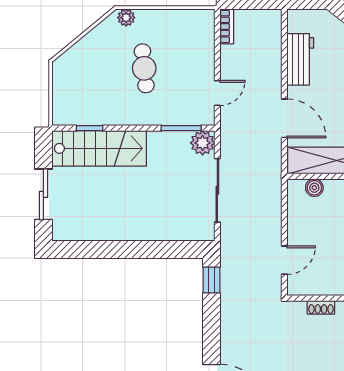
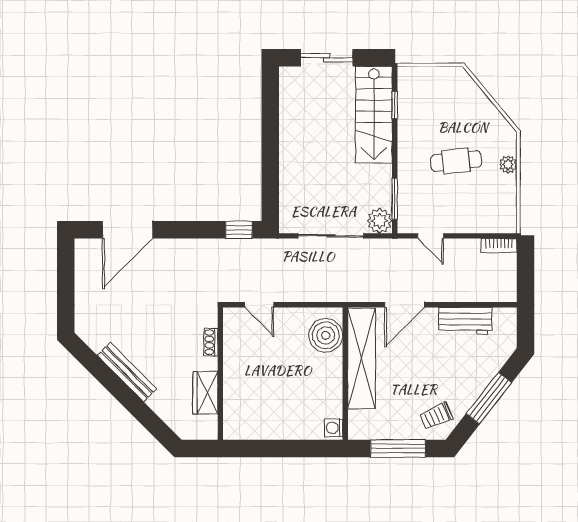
plant: (126, 18) -> (508, 164), moved
boiler: (314, 188) -> (326, 335), width x1.86, depth x1.86

